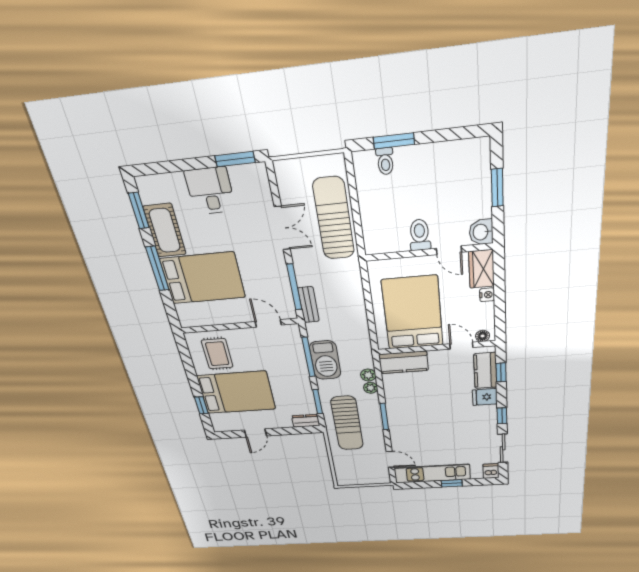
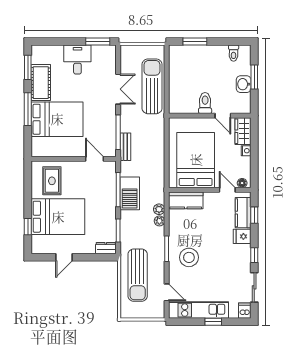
toilet: (385, 161) -> (234, 53), moved
washbasin: (481, 232) -> (244, 84), moved
sun lounger: (347, 423) -> (138, 275), moved
stool: (415, 424) -> (189, 257), added

